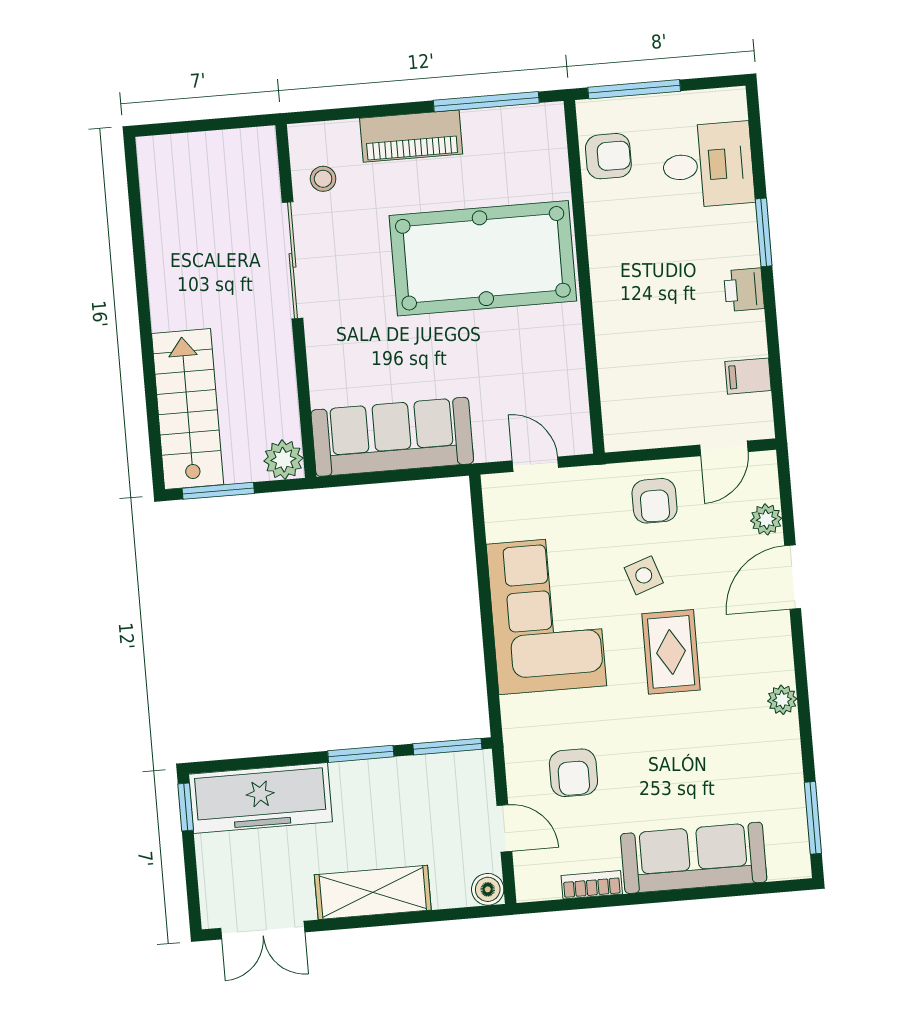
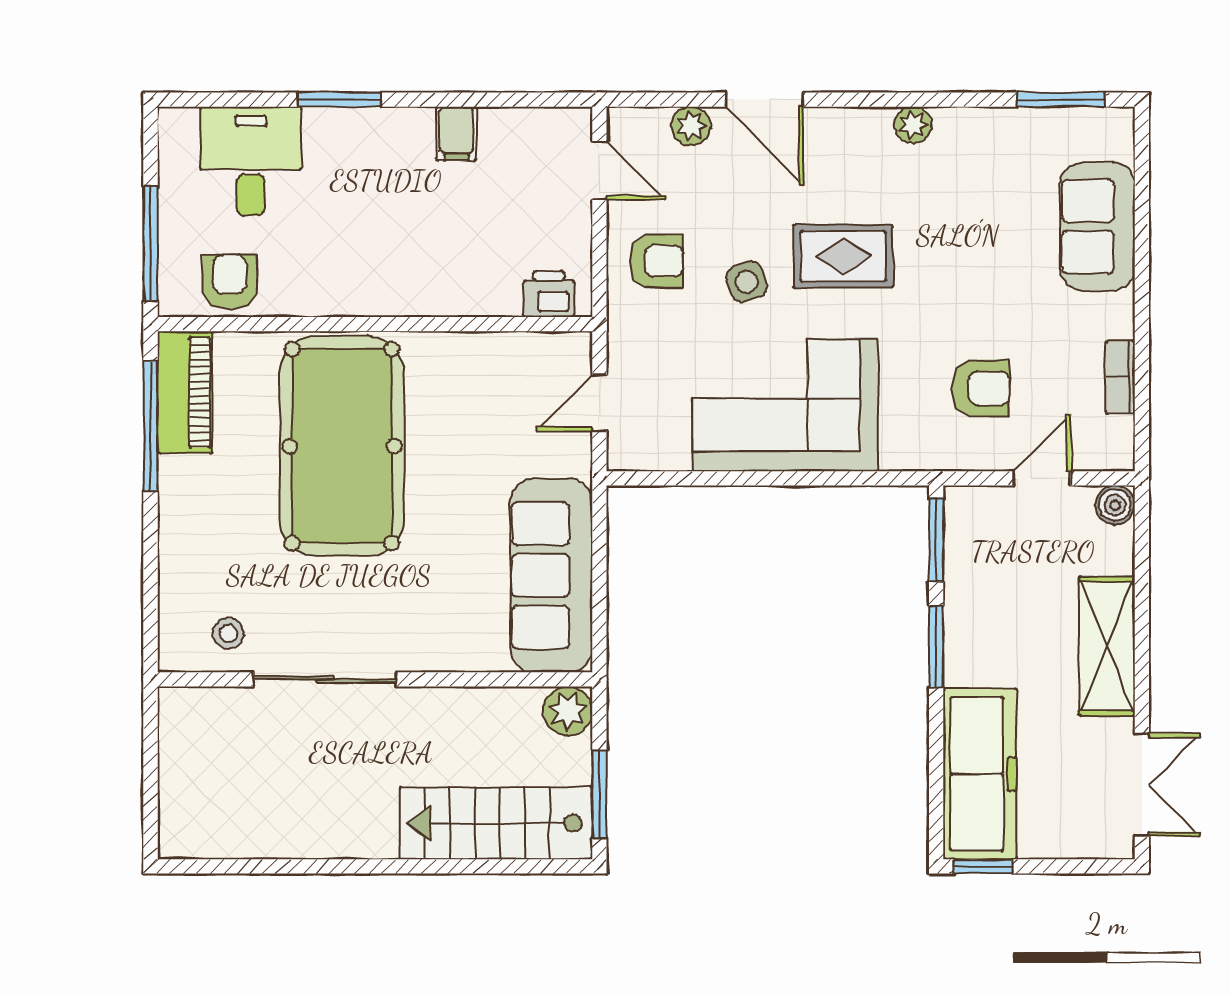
piano: (411, 136) -> (185, 392), moved
printer: (744, 290) -> (549, 294), moved, turned 180
filing cabinet: (748, 376) -> (456, 134), moved
sofa: (694, 858) -> (1098, 227), width x0.73

